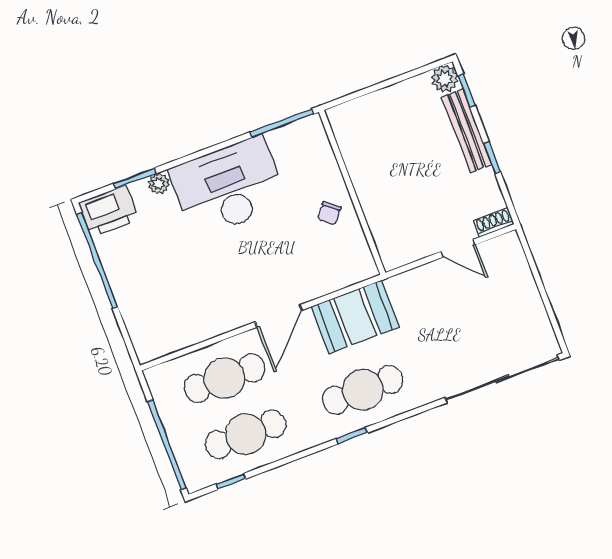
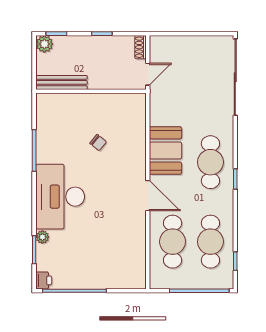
bench: (467, 131) -> (61, 82), moved
wall: (352, 192) -> (91, 91), moved
printer: (109, 211) -> (44, 280), width x0.53, depth x0.68

